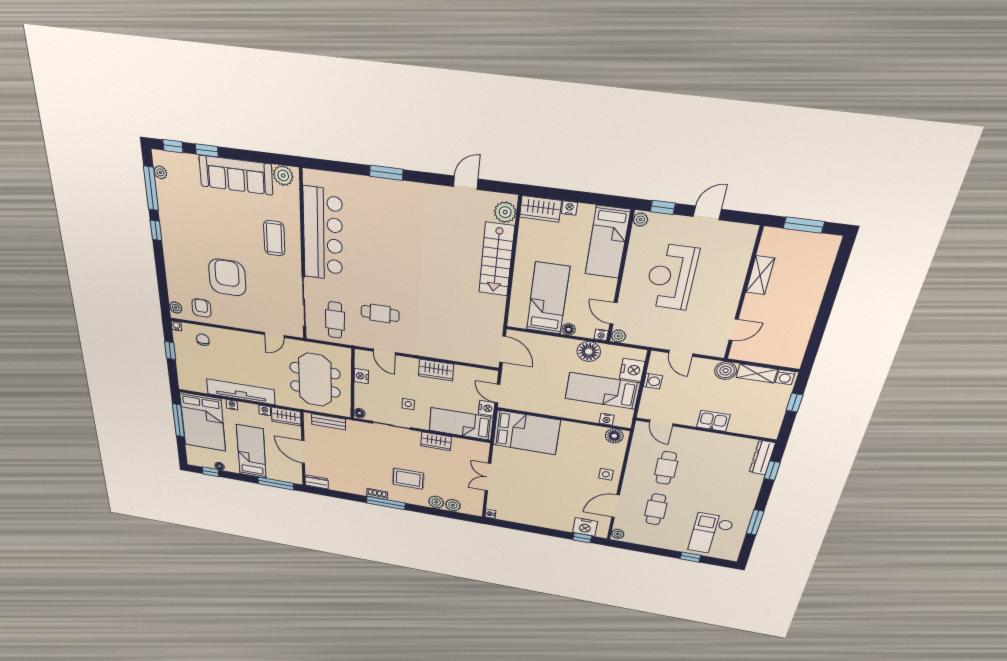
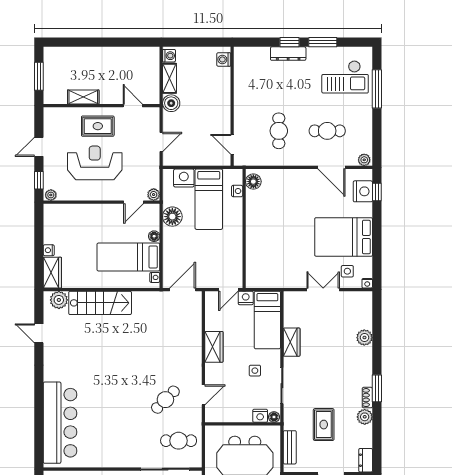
window: (386, 173) -> (39, 398), removed
door: (707, 213) -> (39, 147), hinge flipped
bar counter: (323, 234) -> (60, 423), moved, turned 90
bed: (608, 242) -> (73, 217), removed
reception desk: (671, 277) -> (95, 163), turned 180
rug: (718, 287) -> (98, 126), added
cafe table: (380, 313) -> (165, 400), turned 45
nightstand: (601, 335) -> (155, 277), moved
nightstand: (361, 376) -> (260, 416), moved
washing machine: (653, 381) -> (224, 59), moved, turned -90
window: (795, 403) -> (192, 42), removed
kitchen sink: (713, 421) -> (222, 102), removed
door: (661, 423) -> (232, 144), swing flipped
bed: (526, 432) -> (344, 237), moved, turned -90
dresser: (762, 458) -> (288, 54), moved
cafe table: (666, 468) -> (279, 131), turned 90
window: (772, 471) -> (289, 42), moved
side table: (606, 474) -> (347, 271), moved
double door: (488, 477) -> (323, 290), swing flipped
rug: (408, 479) -> (324, 425), moved
window: (386, 503) -> (377, 388), width x0.69
plant: (453, 505) -> (365, 417), moved
window: (690, 557) -> (377, 89), width x2.17

